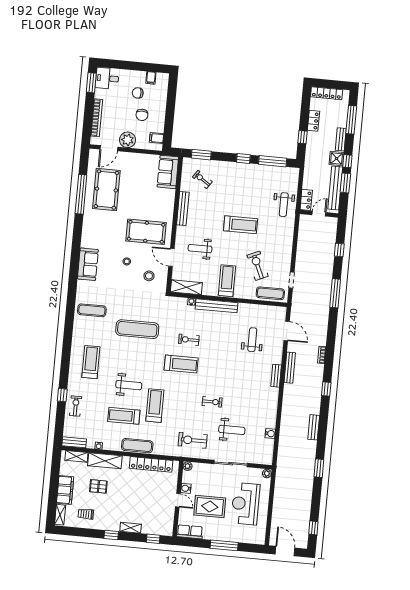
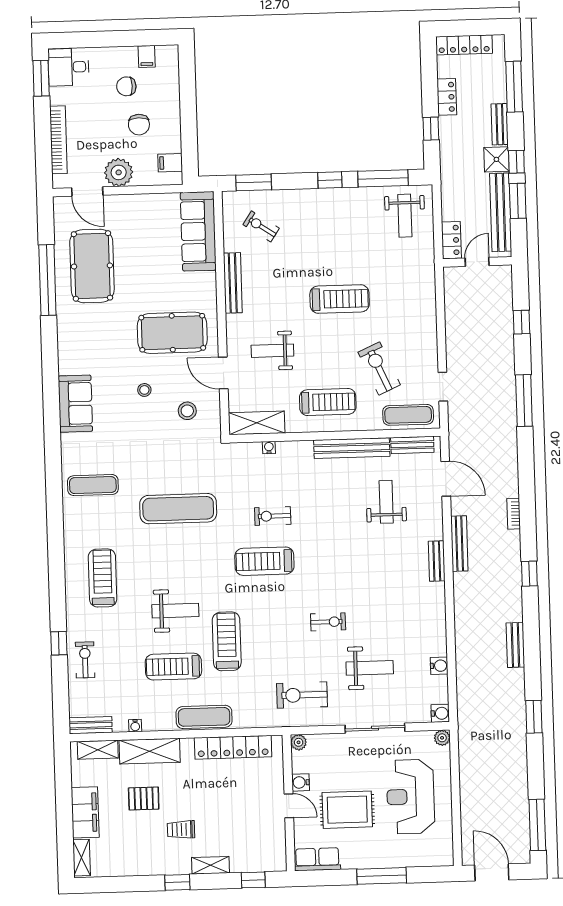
door: (109, 148) -> (87, 192), hinge flipped
sofa: (168, 172) -> (198, 231), width x1.36
weight bench: (284, 205) -> (405, 216), moved
treadmill: (227, 281) -> (328, 402), turned 90
bench: (216, 306) -> (352, 448), moved
bench: (271, 310) -> (412, 445), added
treadmill: (181, 364) -> (264, 561), turned 180
water cooler: (268, 460) -> (440, 713), added
trolley: (86, 514) -> (181, 830), moved
window: (313, 528) -> (537, 825), width x2.17

